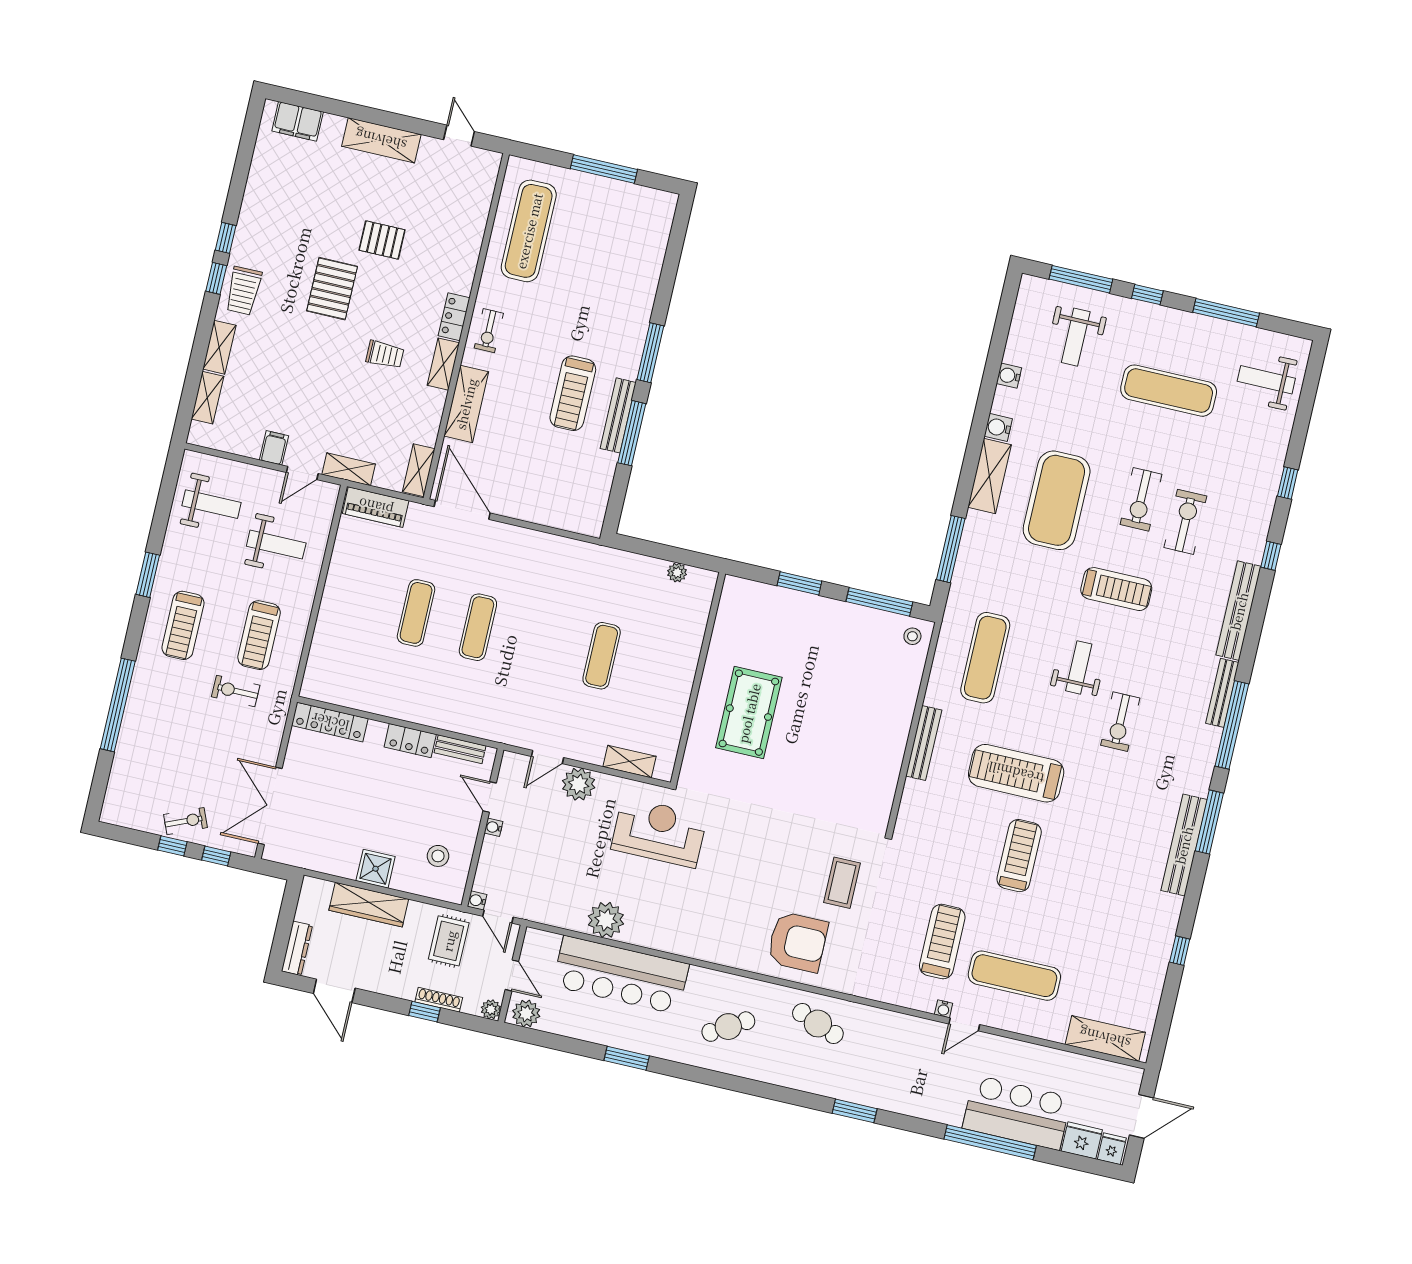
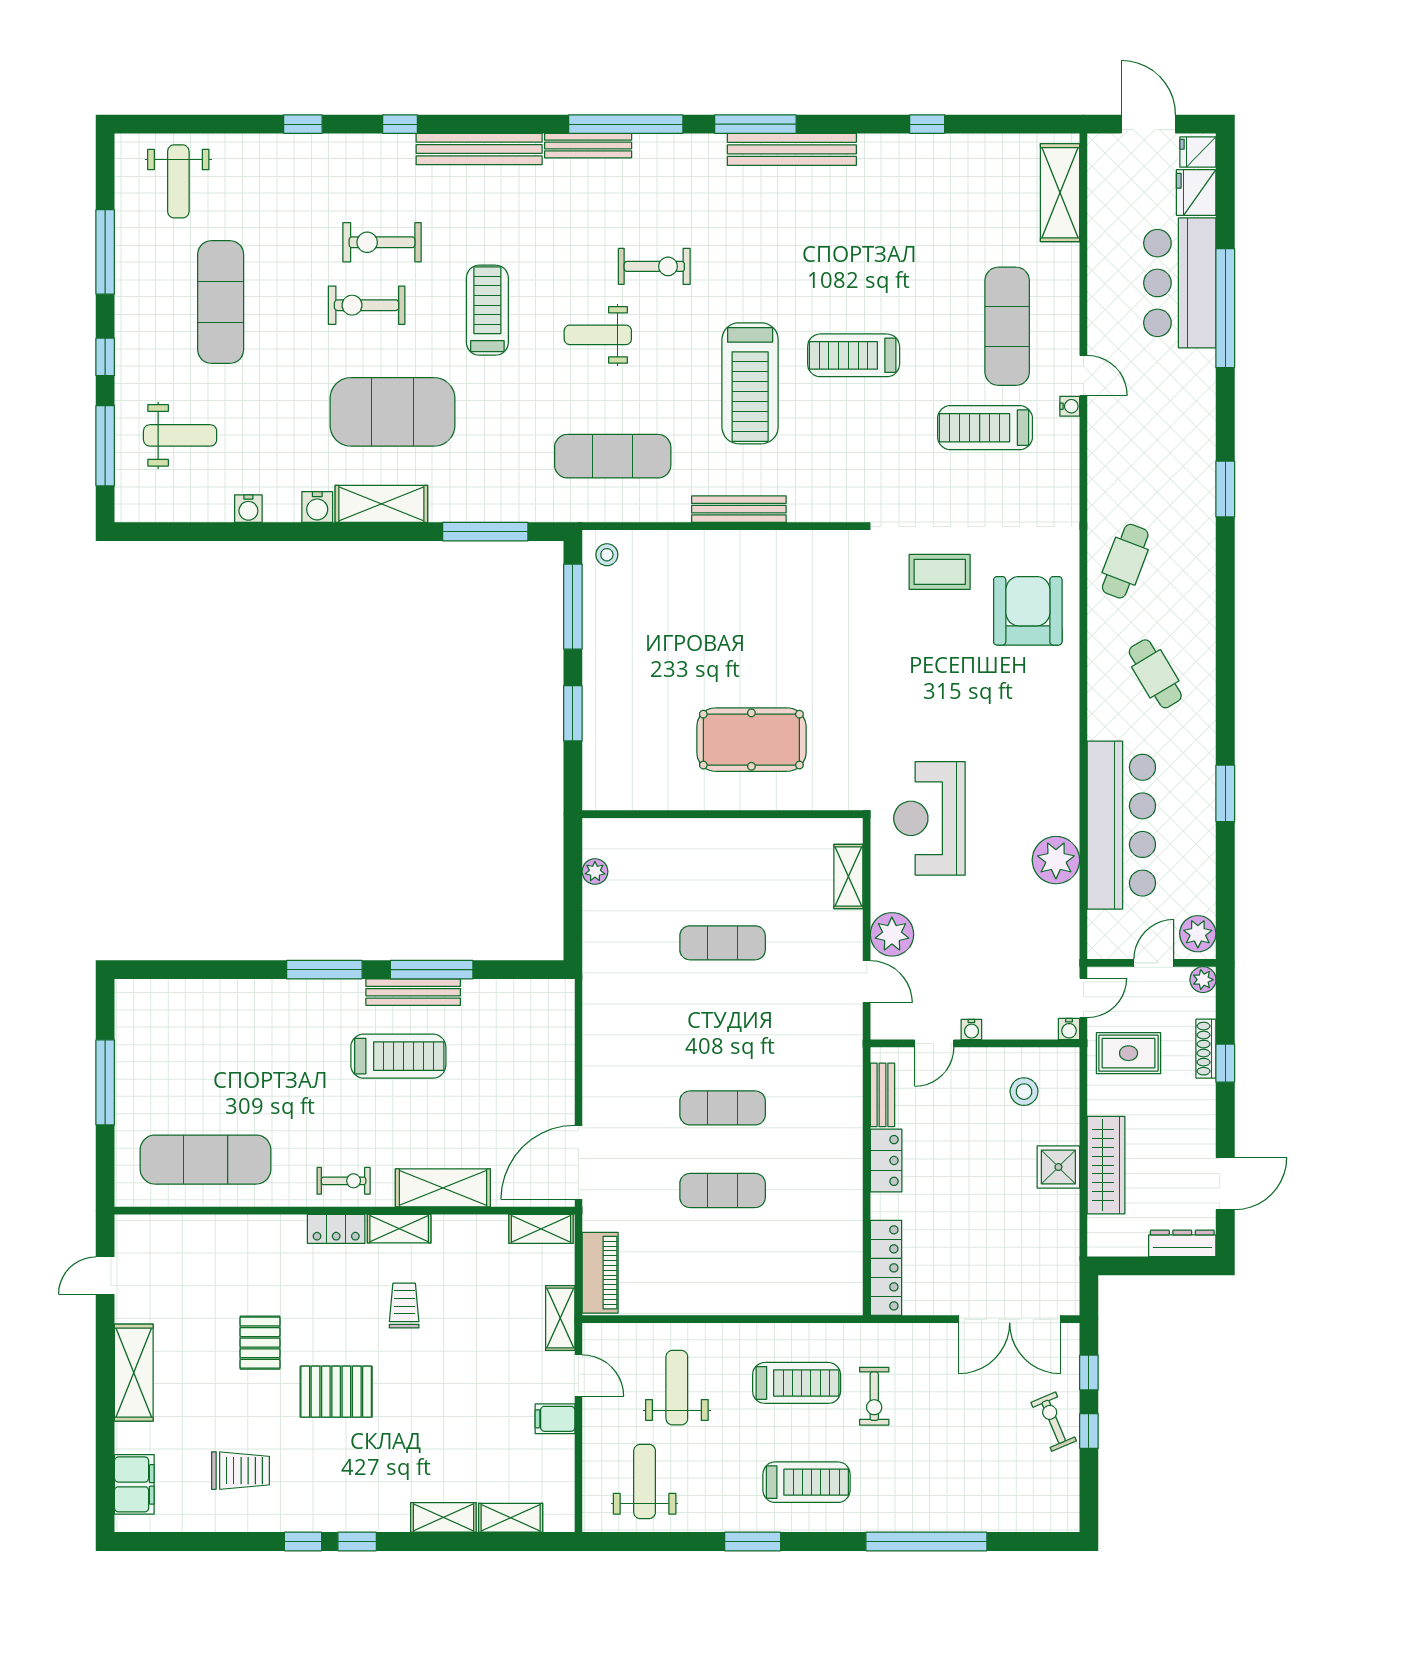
trolley: (243, 291) -> (241, 1471), moved
exercise bike: (1141, 499) -> (367, 305), turned 180

